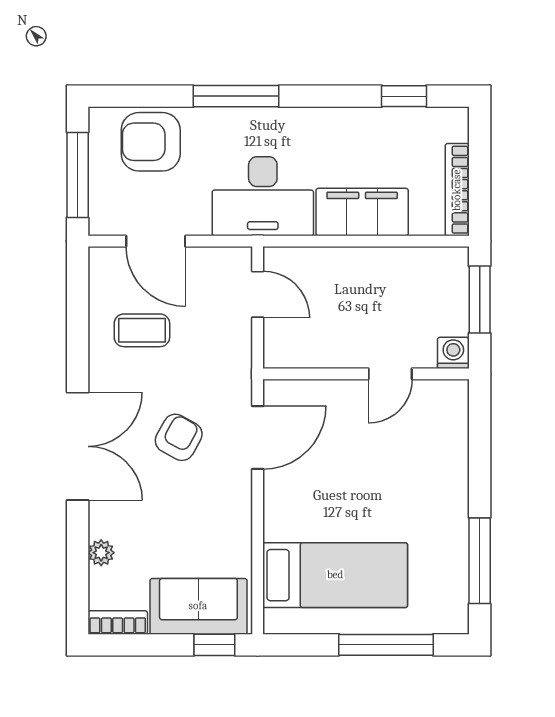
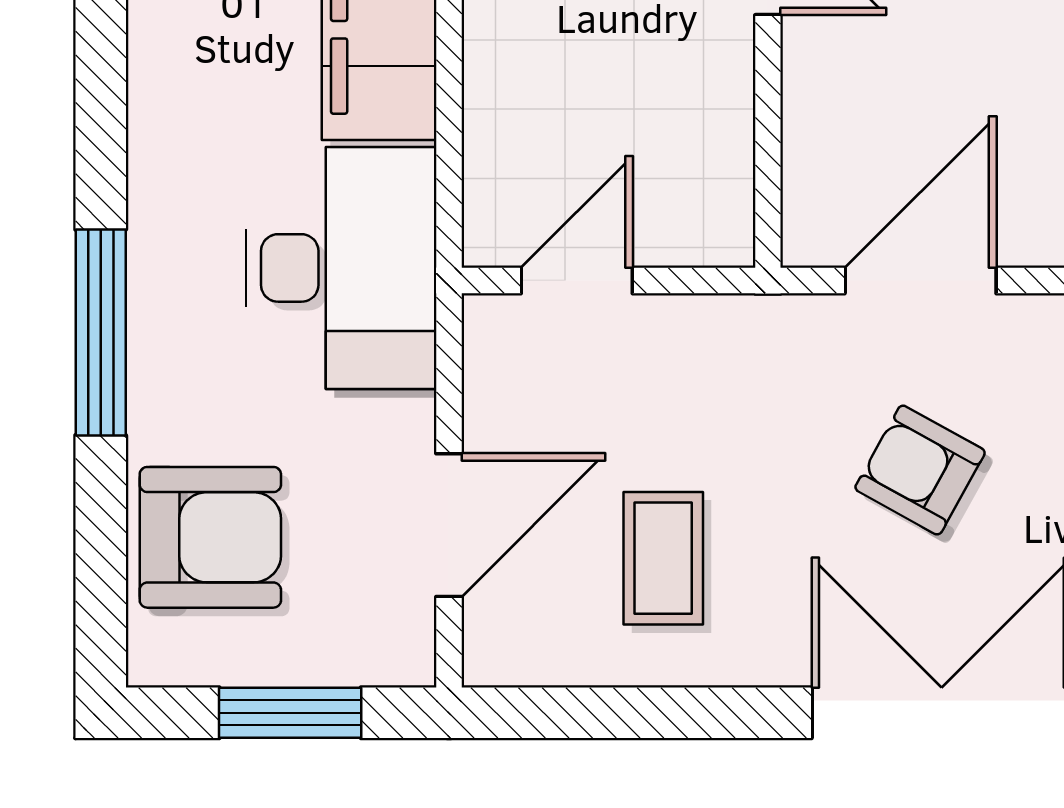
armchair: (151, 142) -> (210, 537), turned -90
window: (78, 175) -> (290, 713), width x0.69
door: (258, 438) -> (921, 281), hinge flipped

